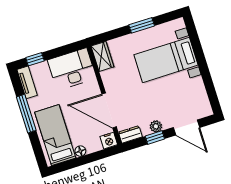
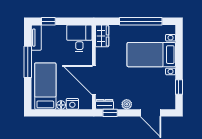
window: (142, 25) -> (141, 21), width x2.11
desk: (72, 69) -> (79, 38), width x0.73
window: (210, 87) -> (179, 87), added
window: (155, 138) -> (110, 113), moved
nightstand: (109, 141) -> (72, 104), moved

